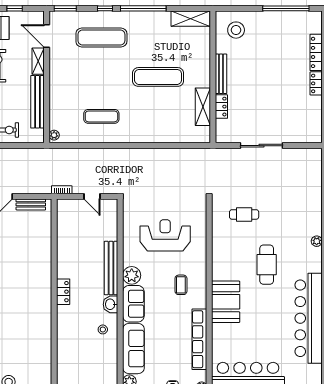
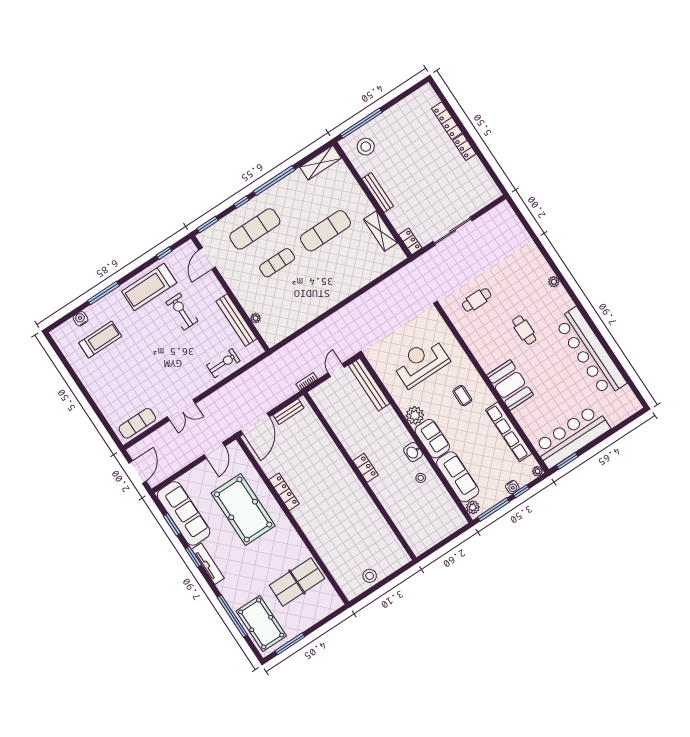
window: (286, 8) -> (361, 123), moved
door: (47, 36) -> (207, 259), hinge flipped
shelving: (38, 61) -> (214, 285), removed
locker: (221, 107) -> (410, 241), moved
exercise mat: (101, 116) -> (277, 263), moved
plant: (54, 135) -> (256, 318), moved
door: (92, 196) -> (336, 370), swing flipped
cafe table: (267, 265) -> (524, 330), width x0.73, depth x0.74
bench: (111, 268) -> (369, 384), moved

